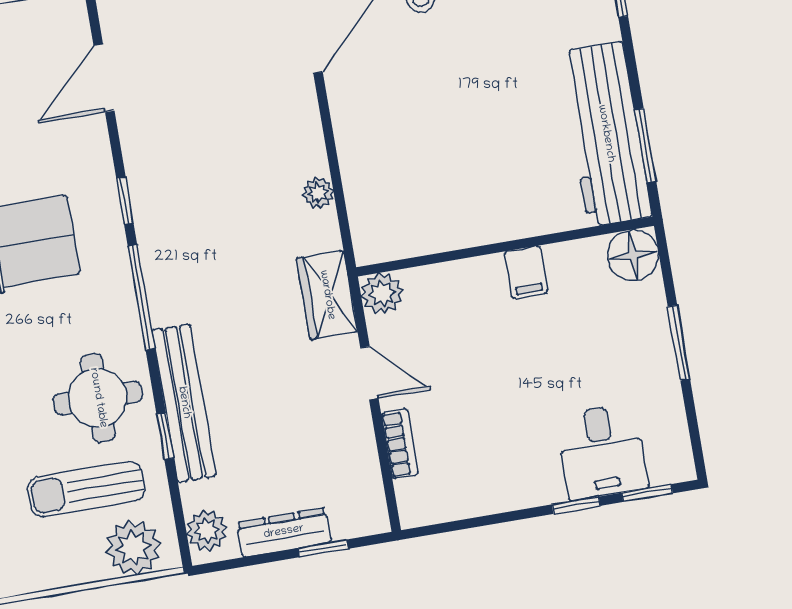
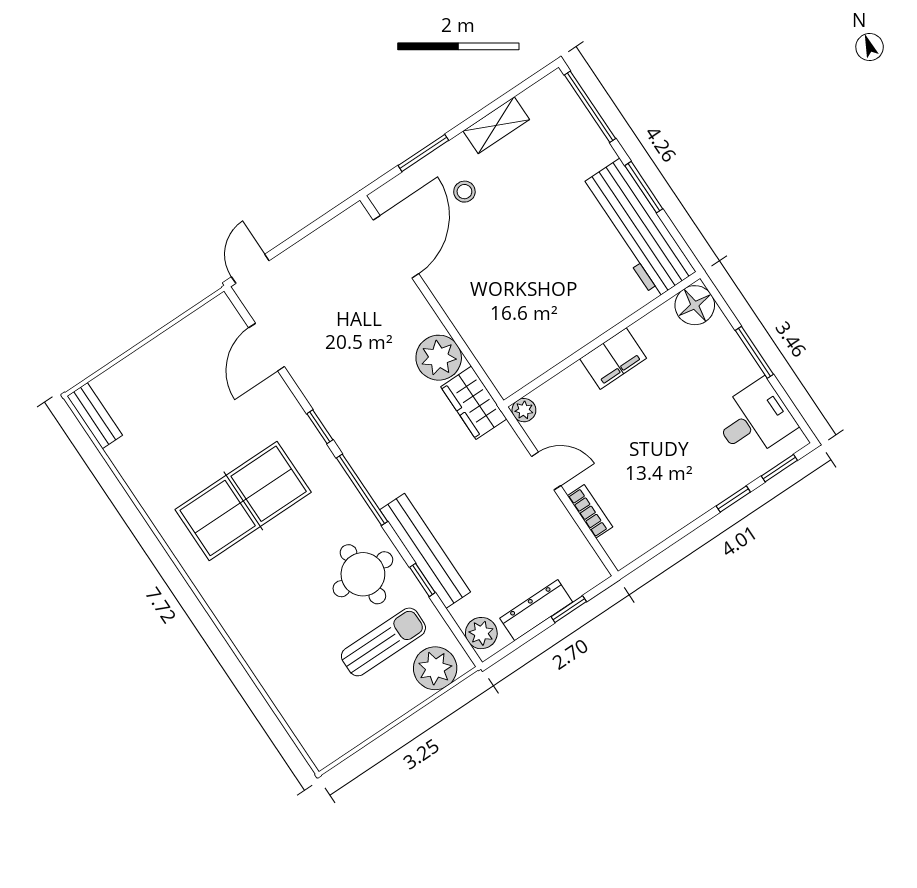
window: (645, 146) -> (644, 187), moved
plant: (318, 193) -> (439, 358), width x1.88, depth x1.88
filing cabinet: (526, 272) -> (613, 359), width x2.00
plant: (382, 294) -> (524, 410), width x0.73, depth x0.73
wardrobe: (327, 295) -> (474, 403), moved
desk: (602, 451) -> (754, 420), moved, turned -90
sun lounger: (86, 489) -> (383, 642), turned 180

